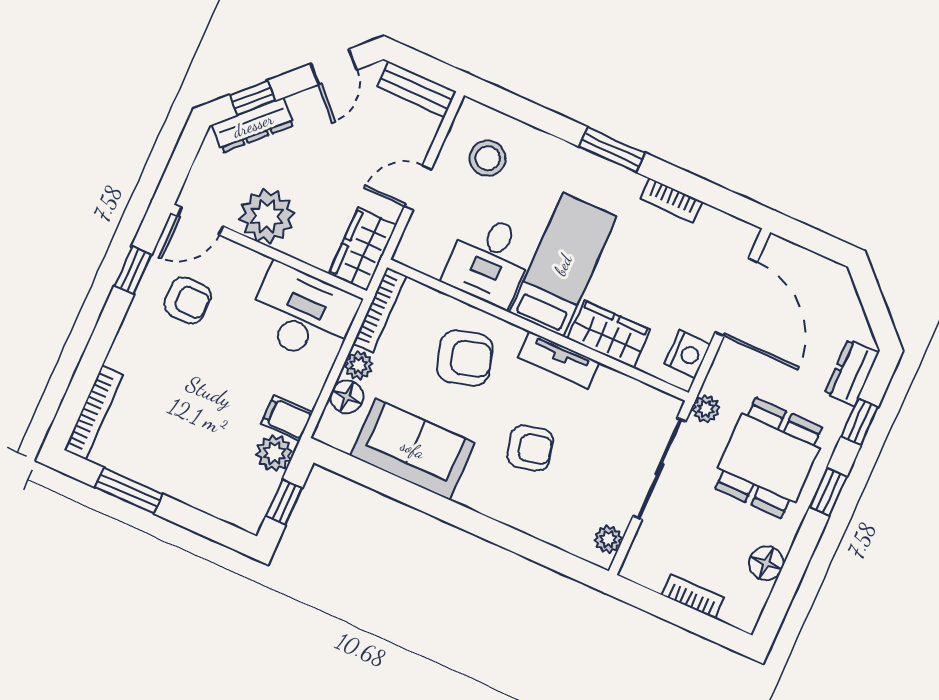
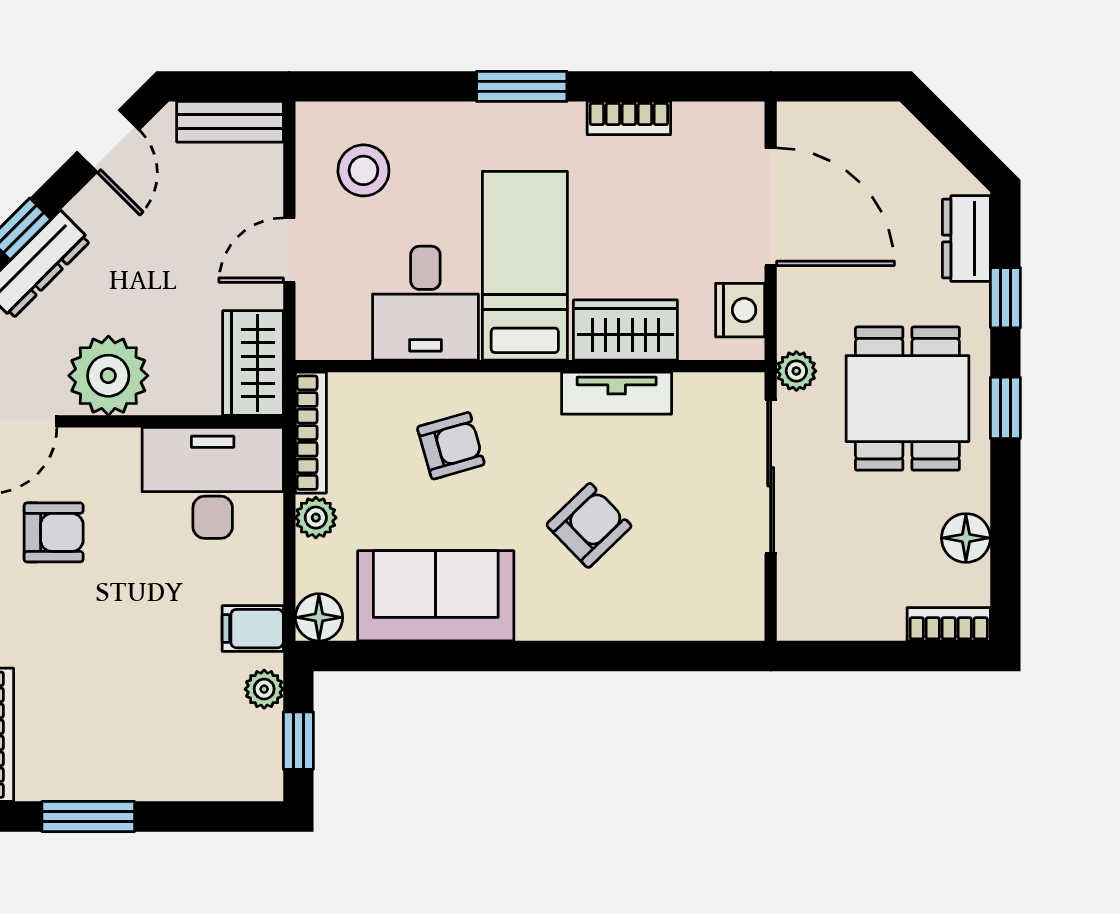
armchair: (465, 358) -> (451, 446), width x0.72, depth x0.72
tv unit: (559, 360) -> (617, 393), moved
floor lamp: (347, 397) -> (319, 617), moved
armchair: (530, 448) -> (589, 525), turned -30
plant: (274, 453) -> (264, 689), width x0.73, depth x0.73
plant: (608, 539) -> (745, 599), removed
bookcase: (693, 596) -> (949, 624), moved

